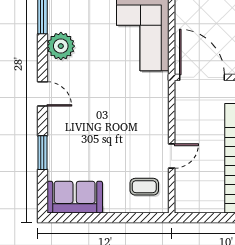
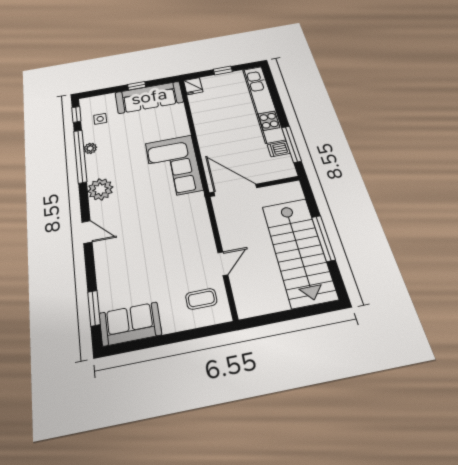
window: (42, 153) -> (94, 308), moved

